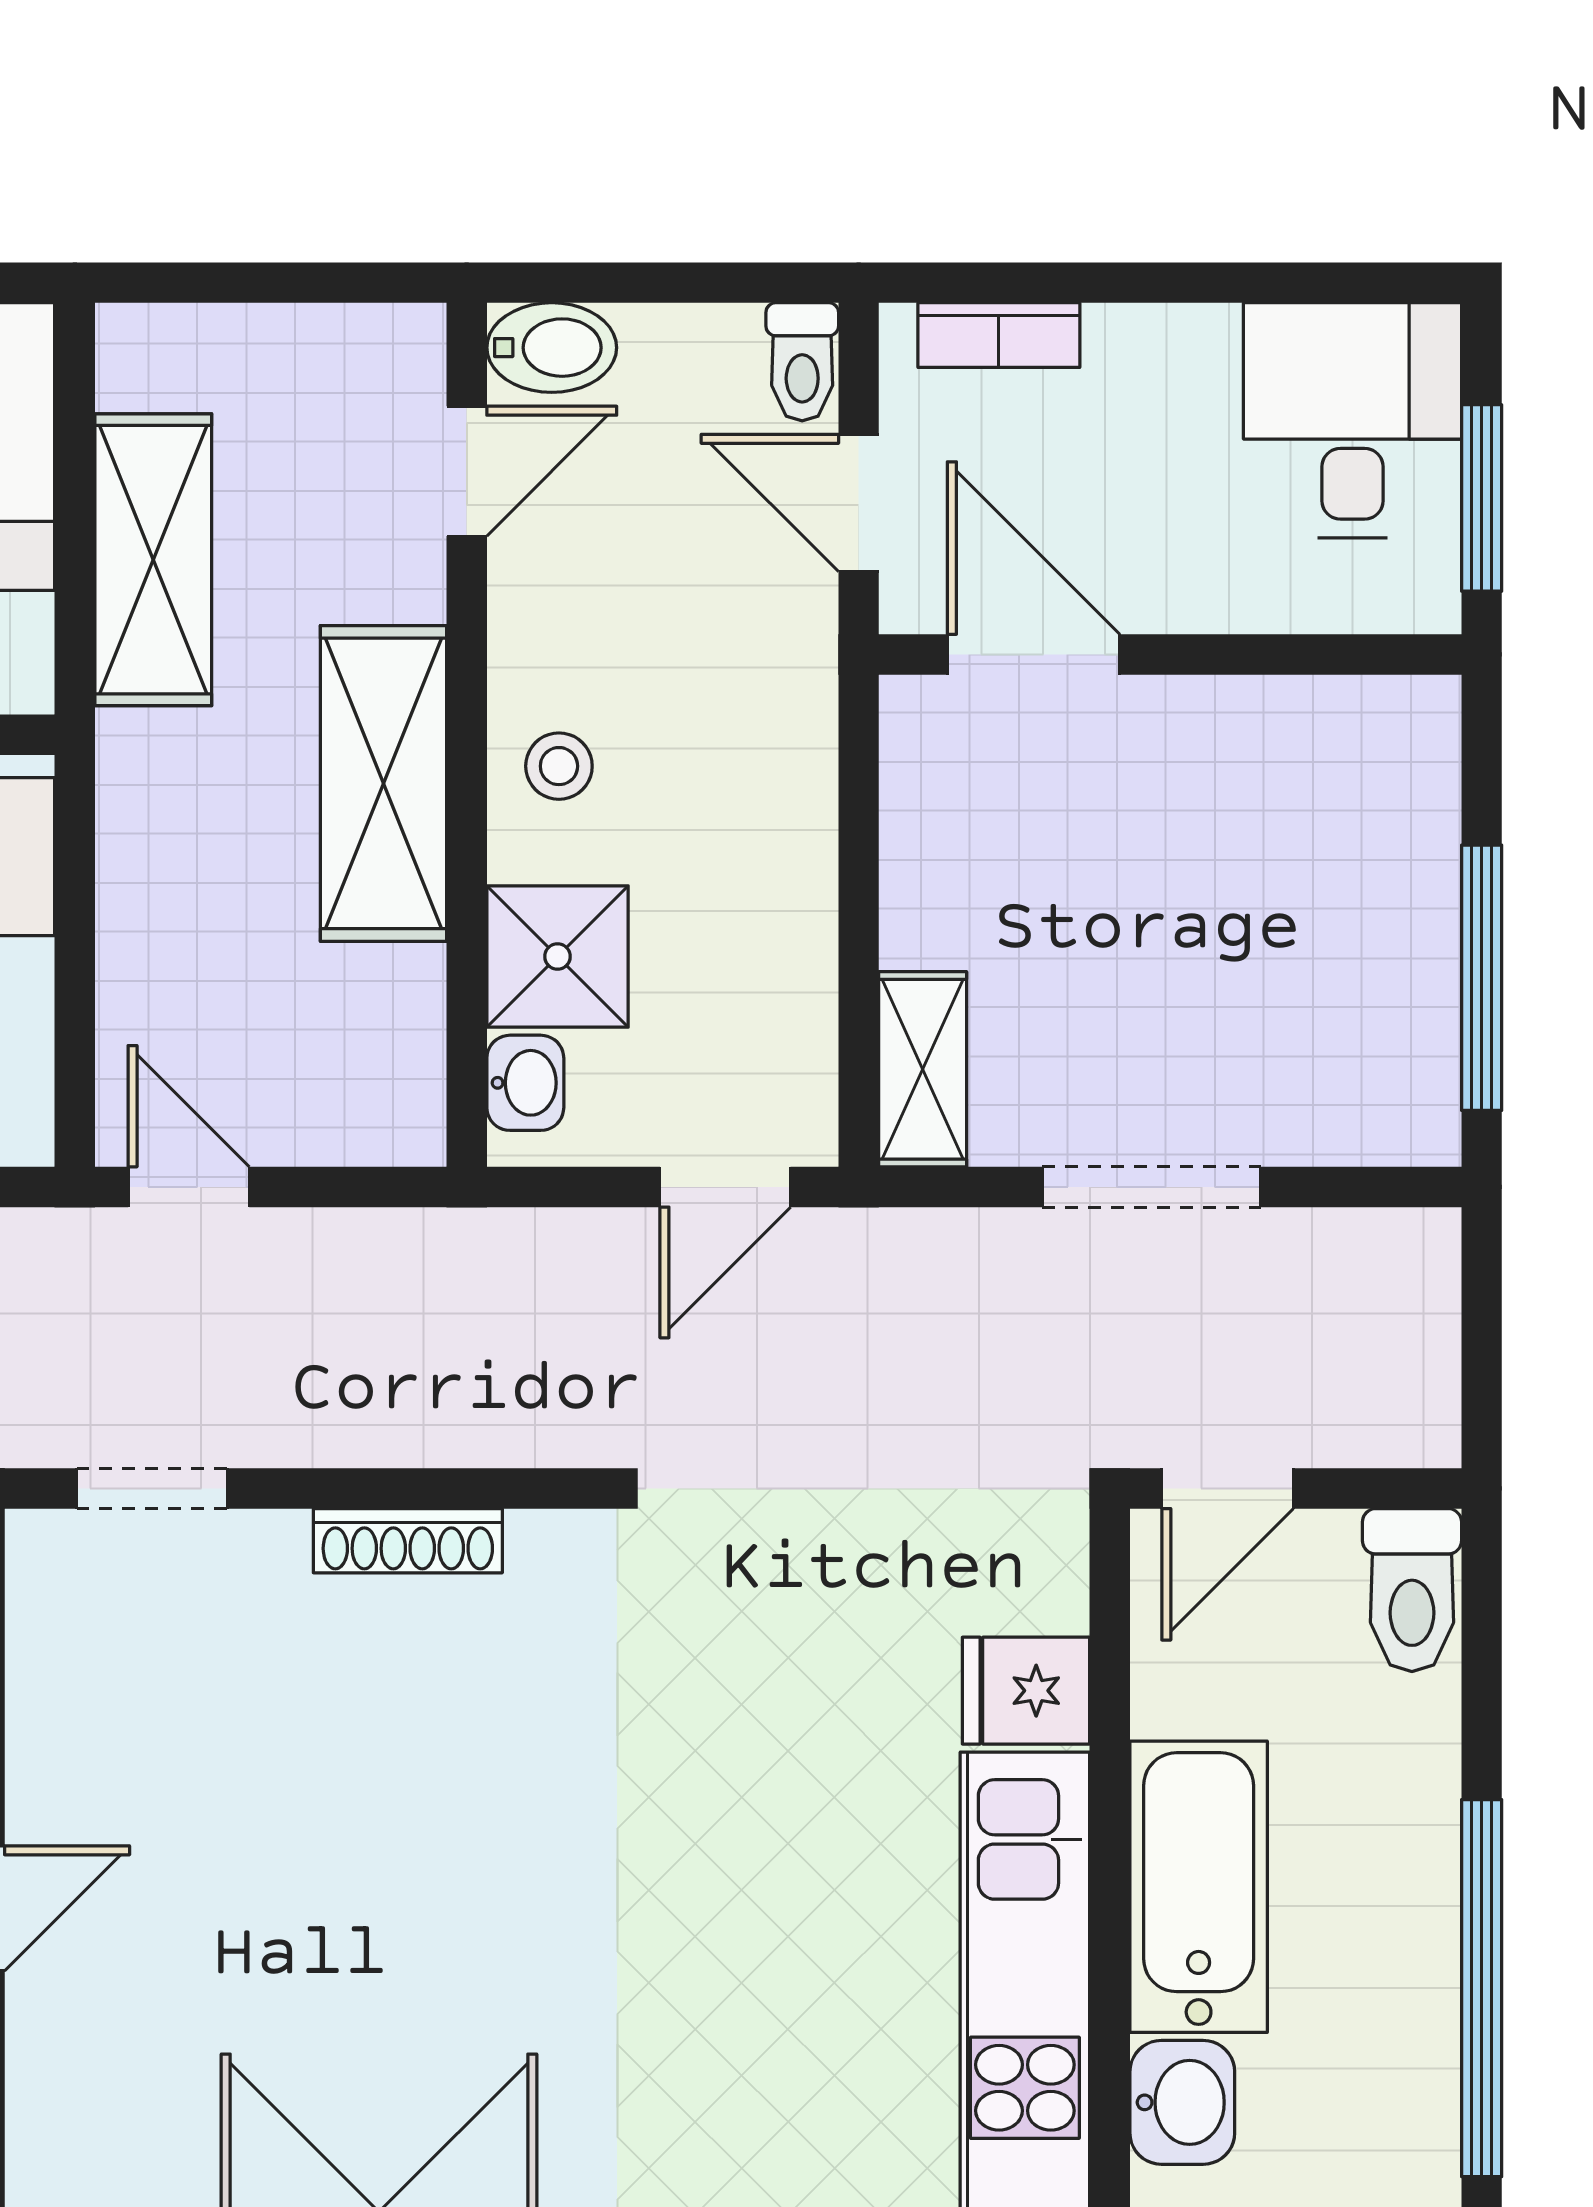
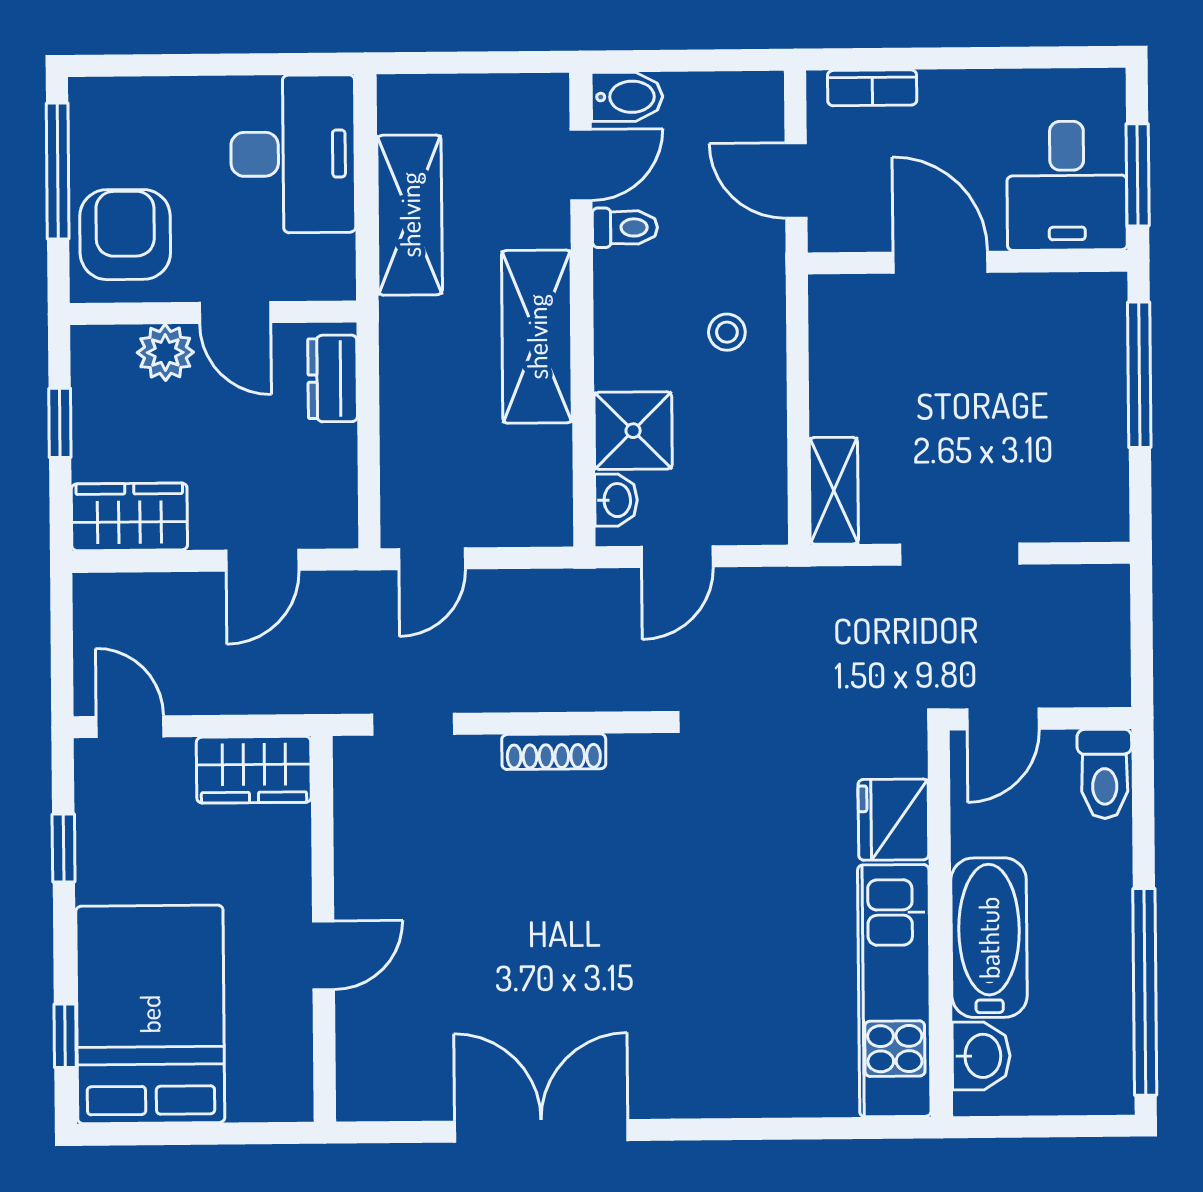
toilet: (802, 362) -> (625, 228), moved, turned -90
desk: (1352, 420) -> (1067, 186), moved, turned 180
door: (1034, 654) -> (940, 262), moved
stool: (559, 766) -> (727, 332), moved
window: (1482, 978) -> (1139, 375), moved
door: (189, 1187) -> (432, 559), swing flipped
door: (725, 1187) -> (677, 557), moved
fridge: (1026, 1691) -> (893, 820), width x1.38

